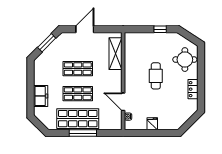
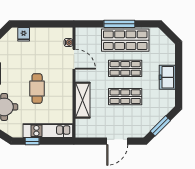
kitchen unit: (146, 39) -> (48, 131), added
shelving: (115, 54) -> (83, 100), moved
freezer: (41, 96) -> (167, 77), moved
fridge: (152, 124) -> (24, 34), moved

